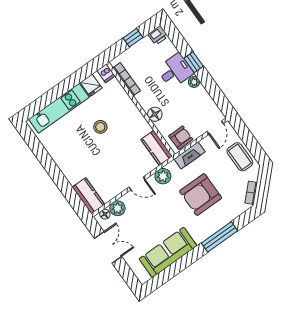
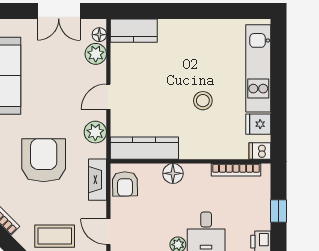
kitchen counter: (157, 148) -> (144, 148), width x1.50

